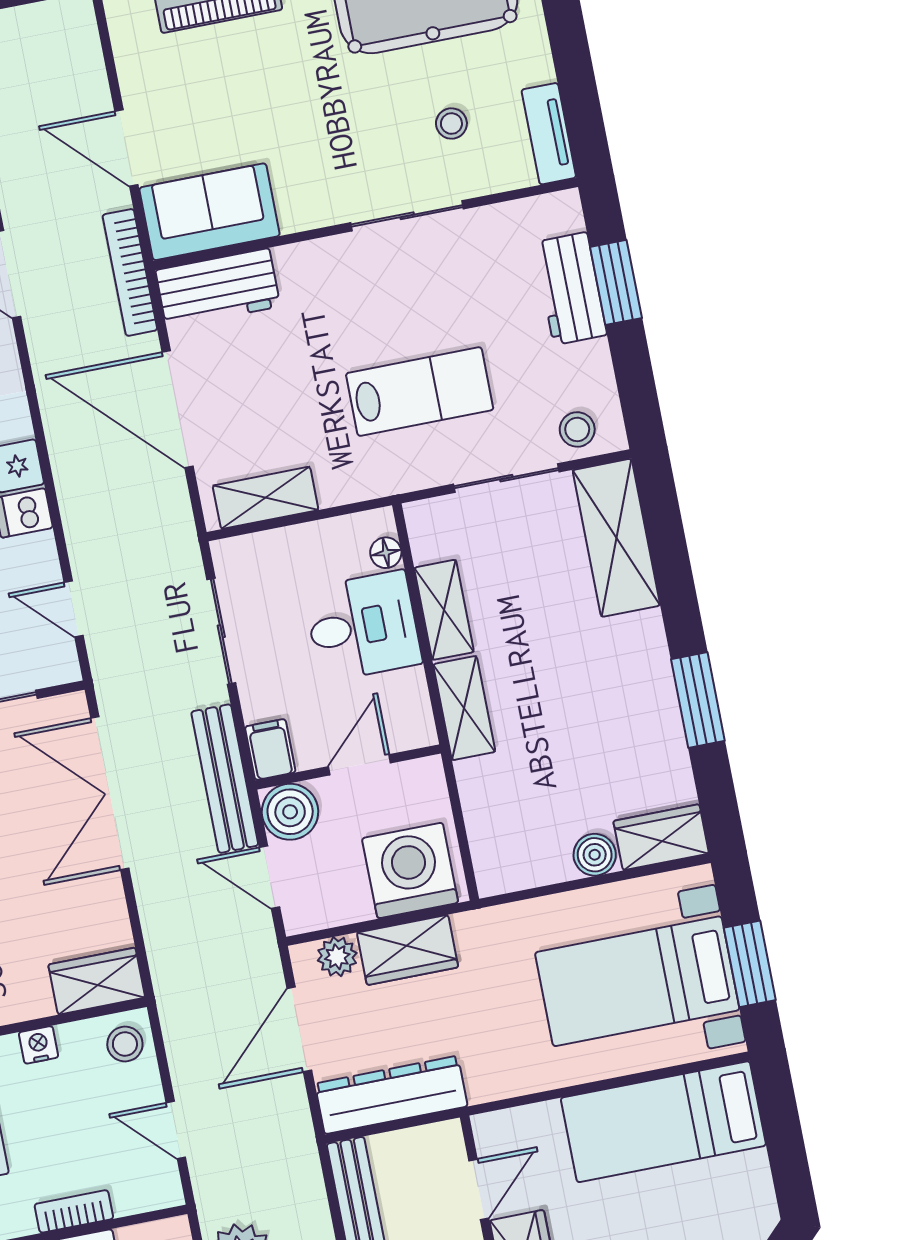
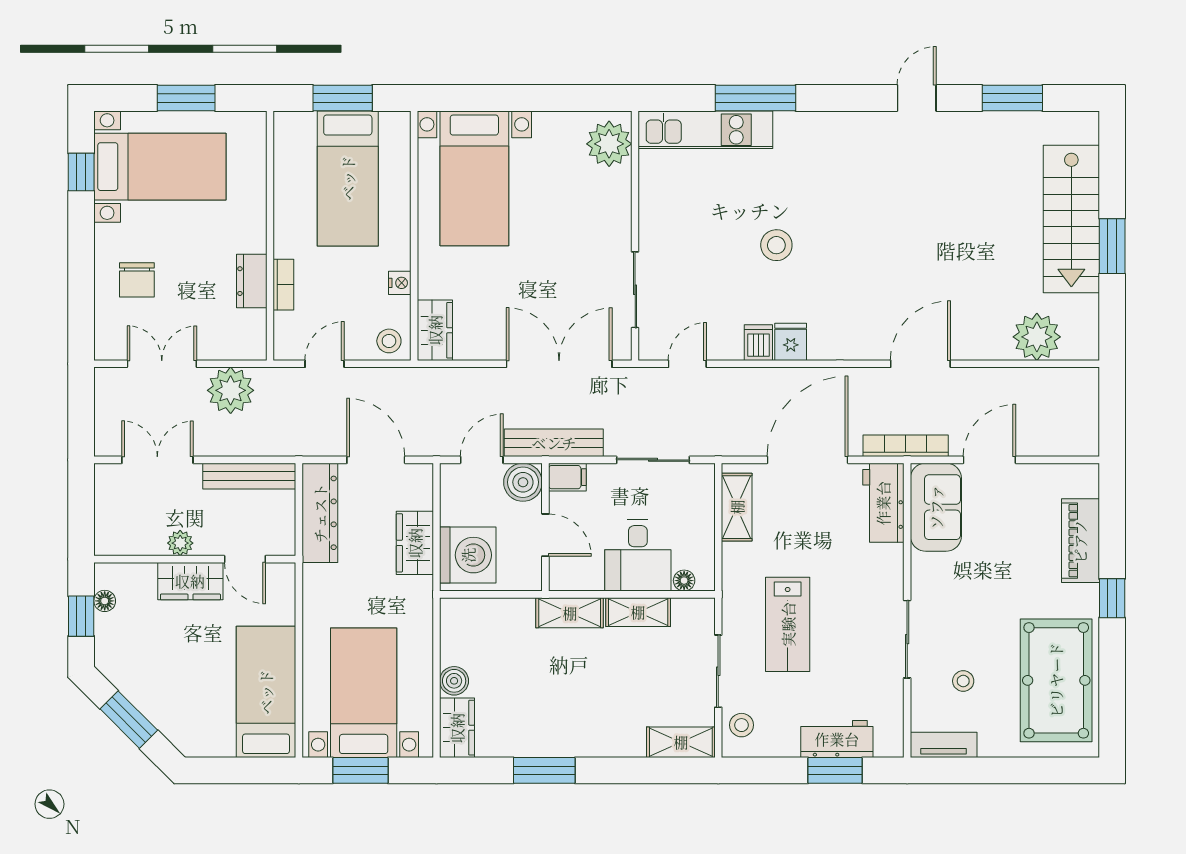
shelving: (616, 538) -> (681, 742), width x0.67, depth x0.75
plant: (337, 957) -> (420, 495), removed

